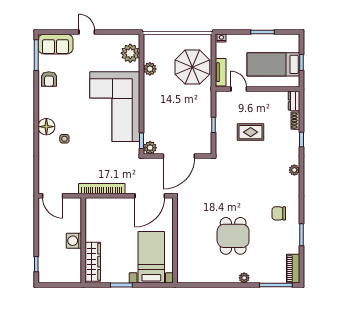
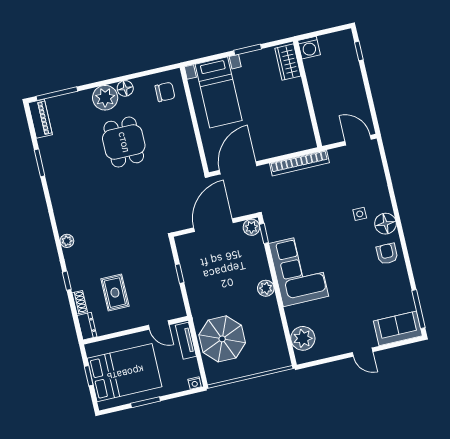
bed: (273, 64) -> (125, 373), width x1.50
plant: (150, 69) -> (266, 288), moved
armchair: (49, 79) -> (387, 254), moved
corner sofa: (115, 107) -> (299, 270), width x0.73, depth x0.74
rug: (251, 132) -> (115, 293), moved, turned 90
chair: (279, 213) -> (165, 92), moved
washing machine: (74, 241) -> (309, 48), moved, turned 90
wardrobe: (93, 262) -> (288, 62), width x0.67
floor lamp: (222, 277) -> (125, 88), added
plant: (244, 278) -> (105, 98), width x1.88, depth x1.88

